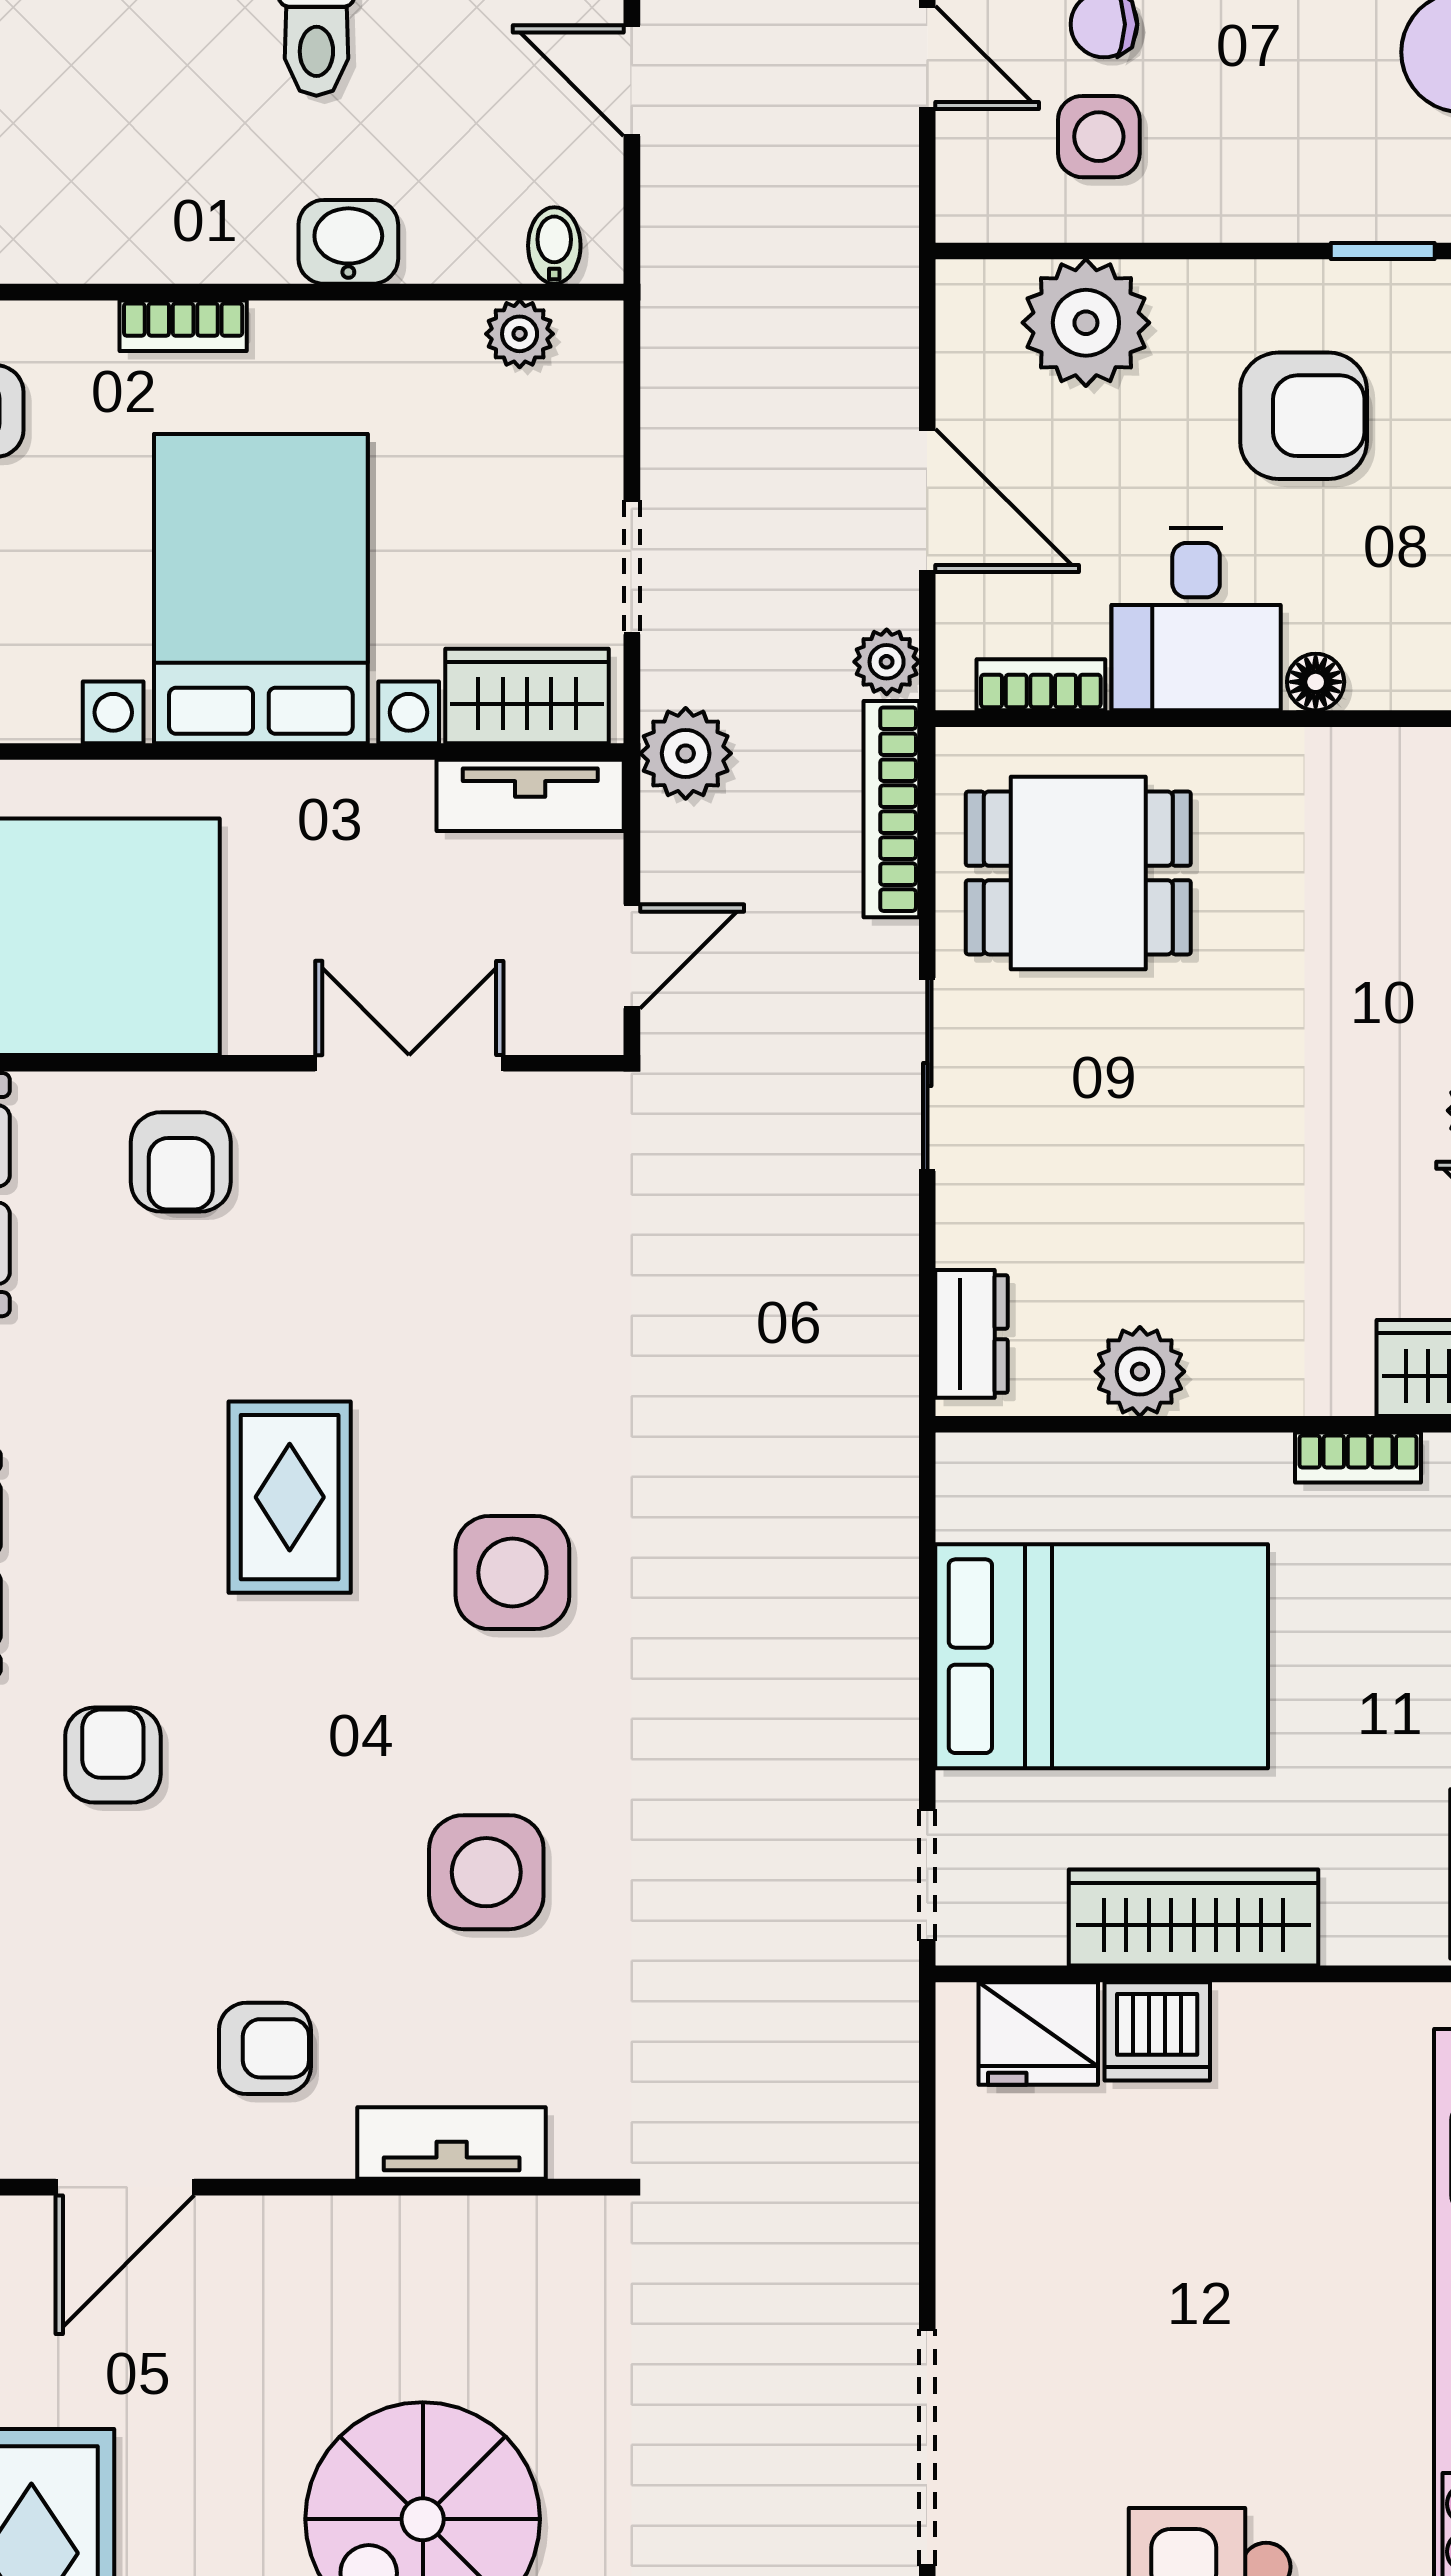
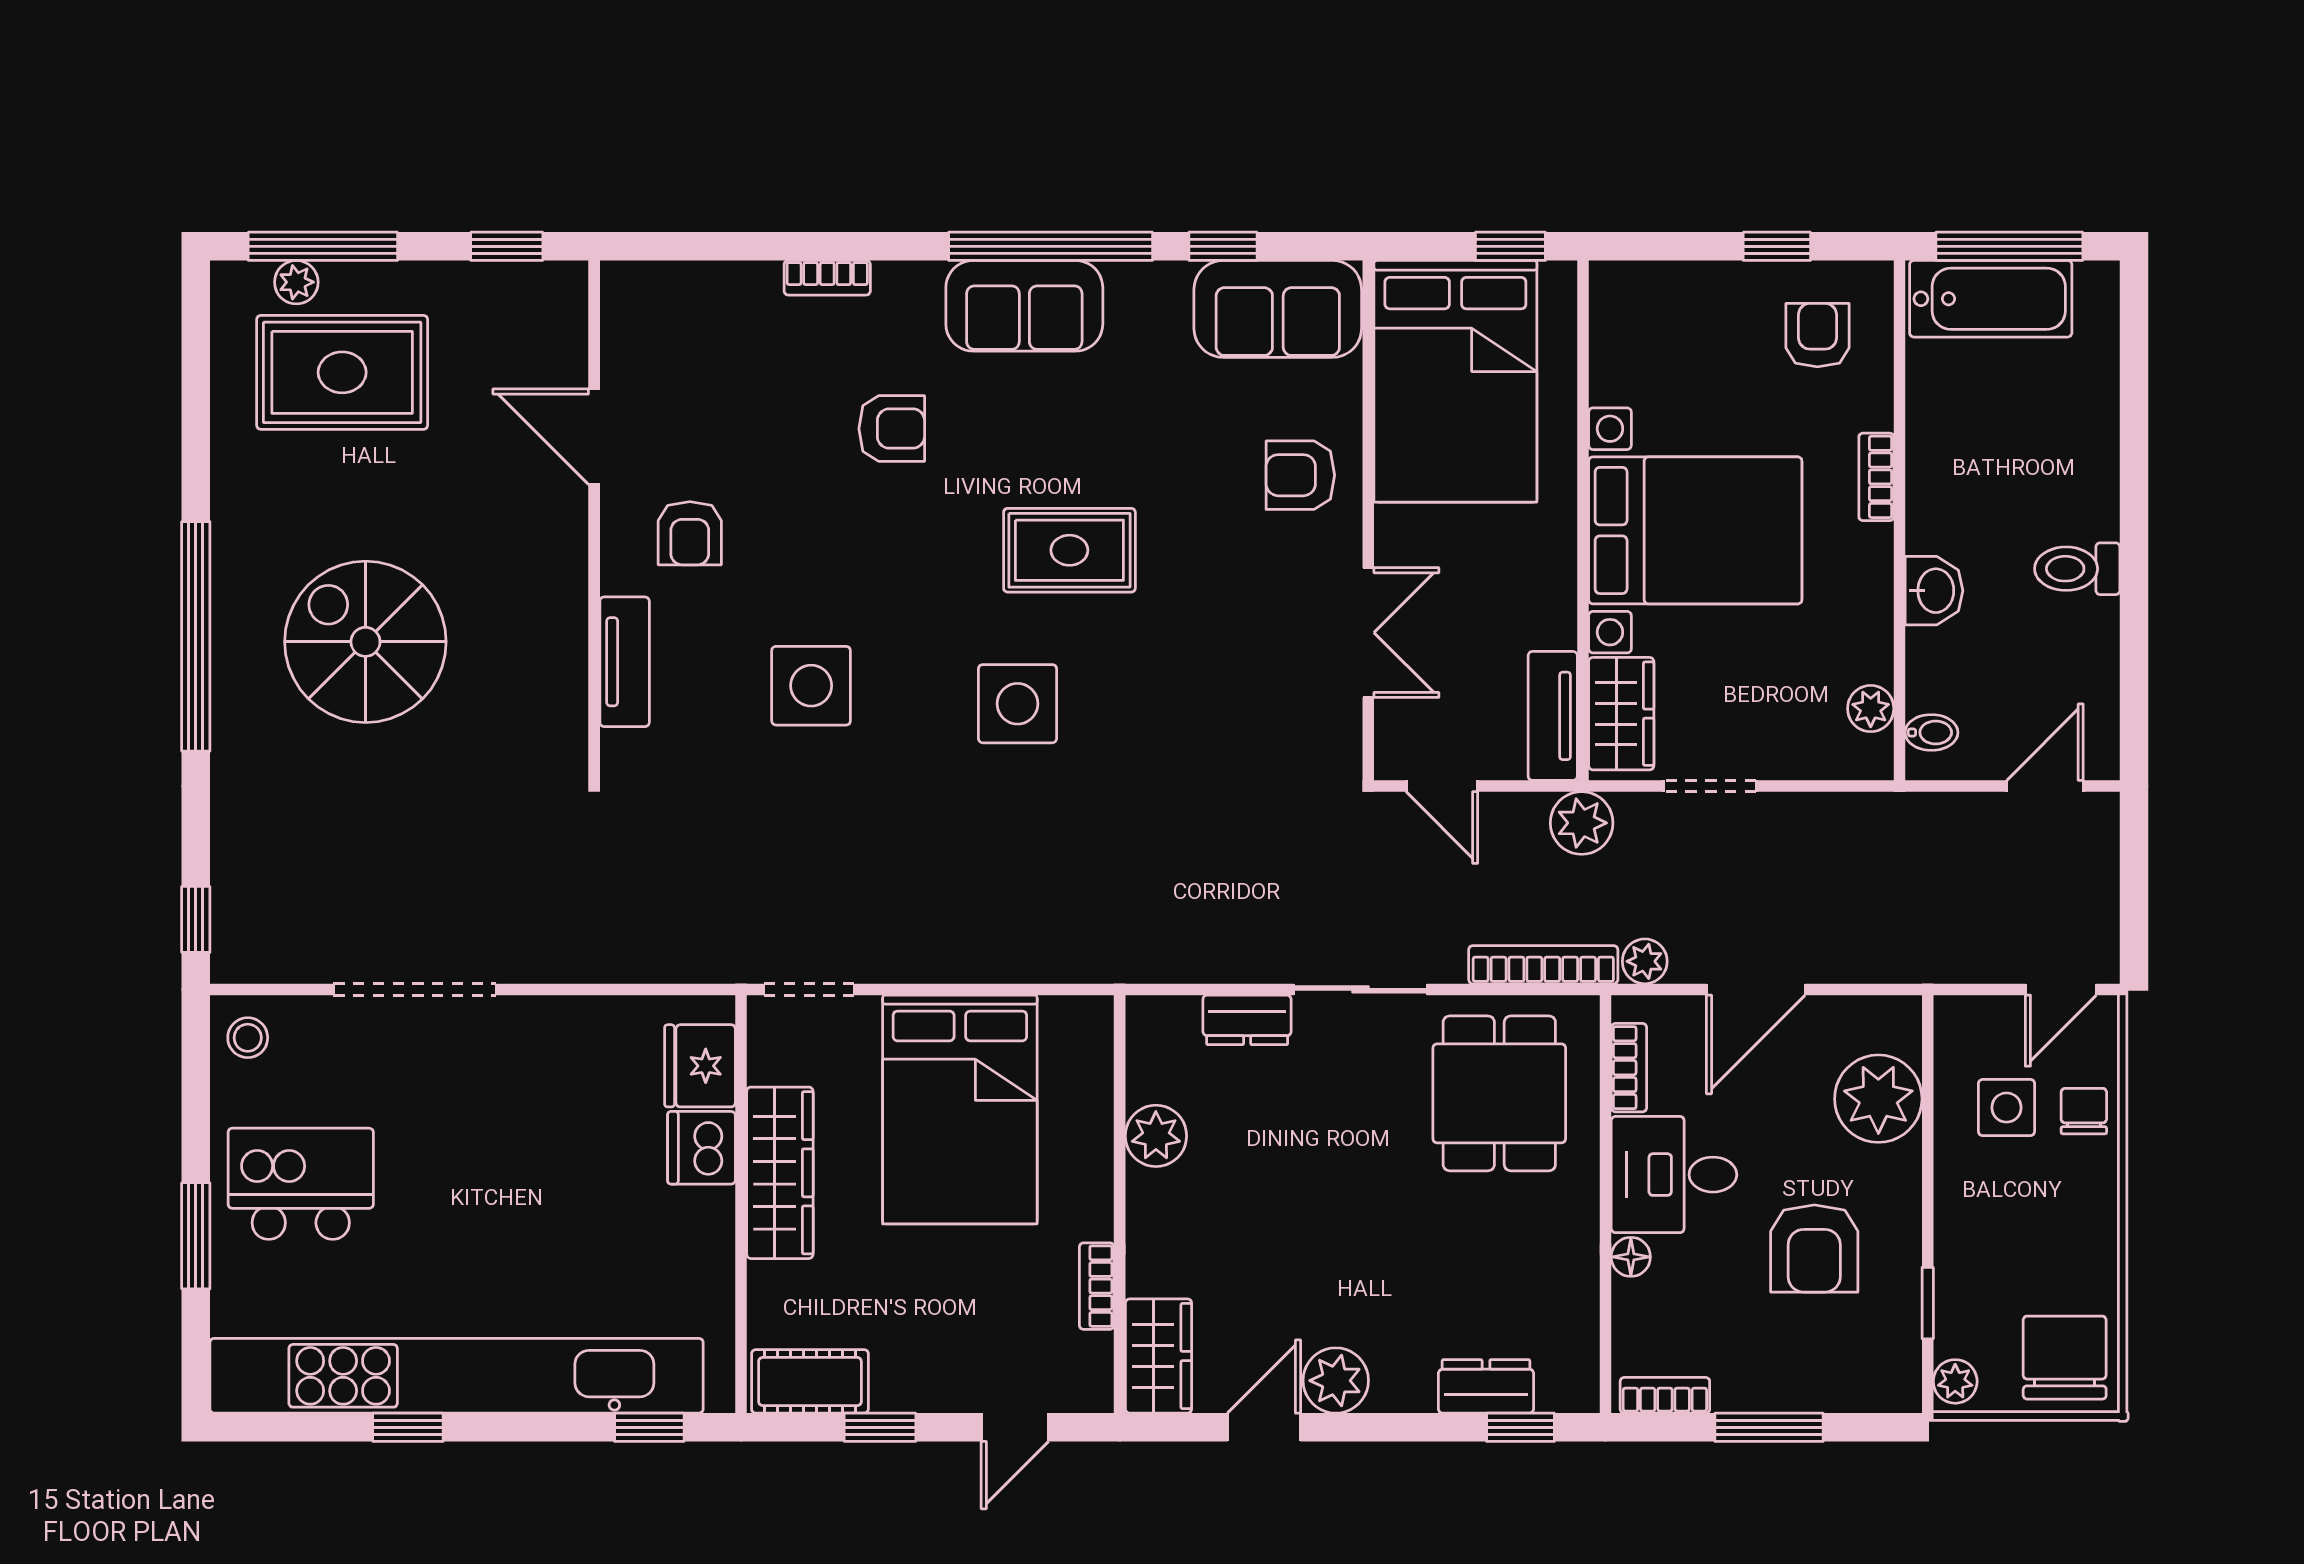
dresser: (972, 1334) -> (1247, 1020), moved

